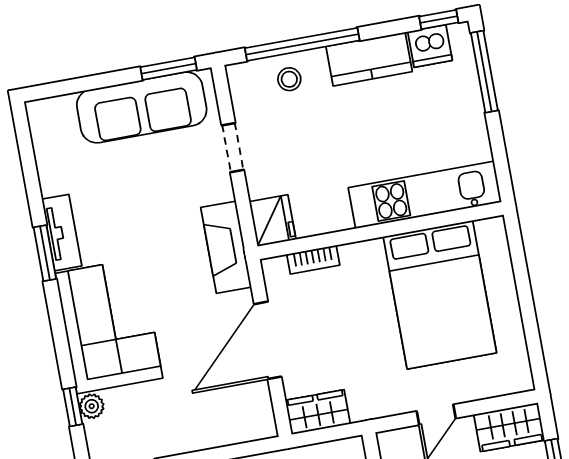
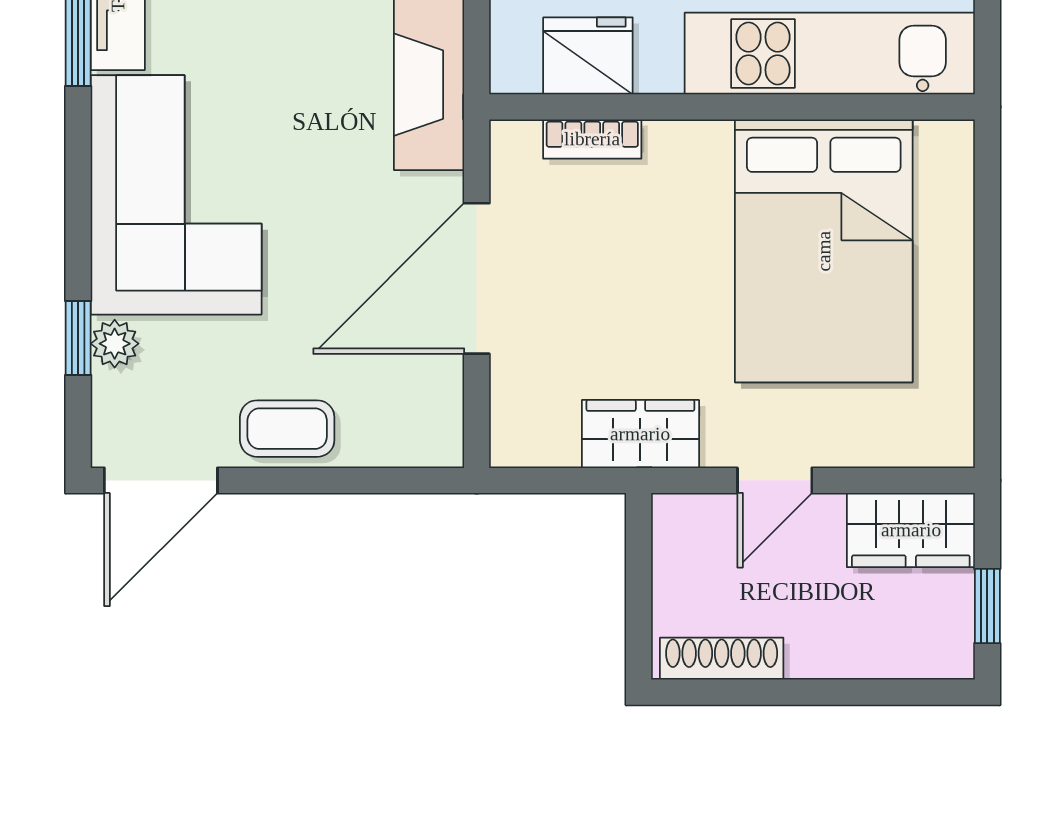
fridge: (273, 221) -> (588, 56), moved, turned -90
wardrobe: (318, 412) -> (640, 434), moved
coffee table: (186, 433) -> (287, 429), added

